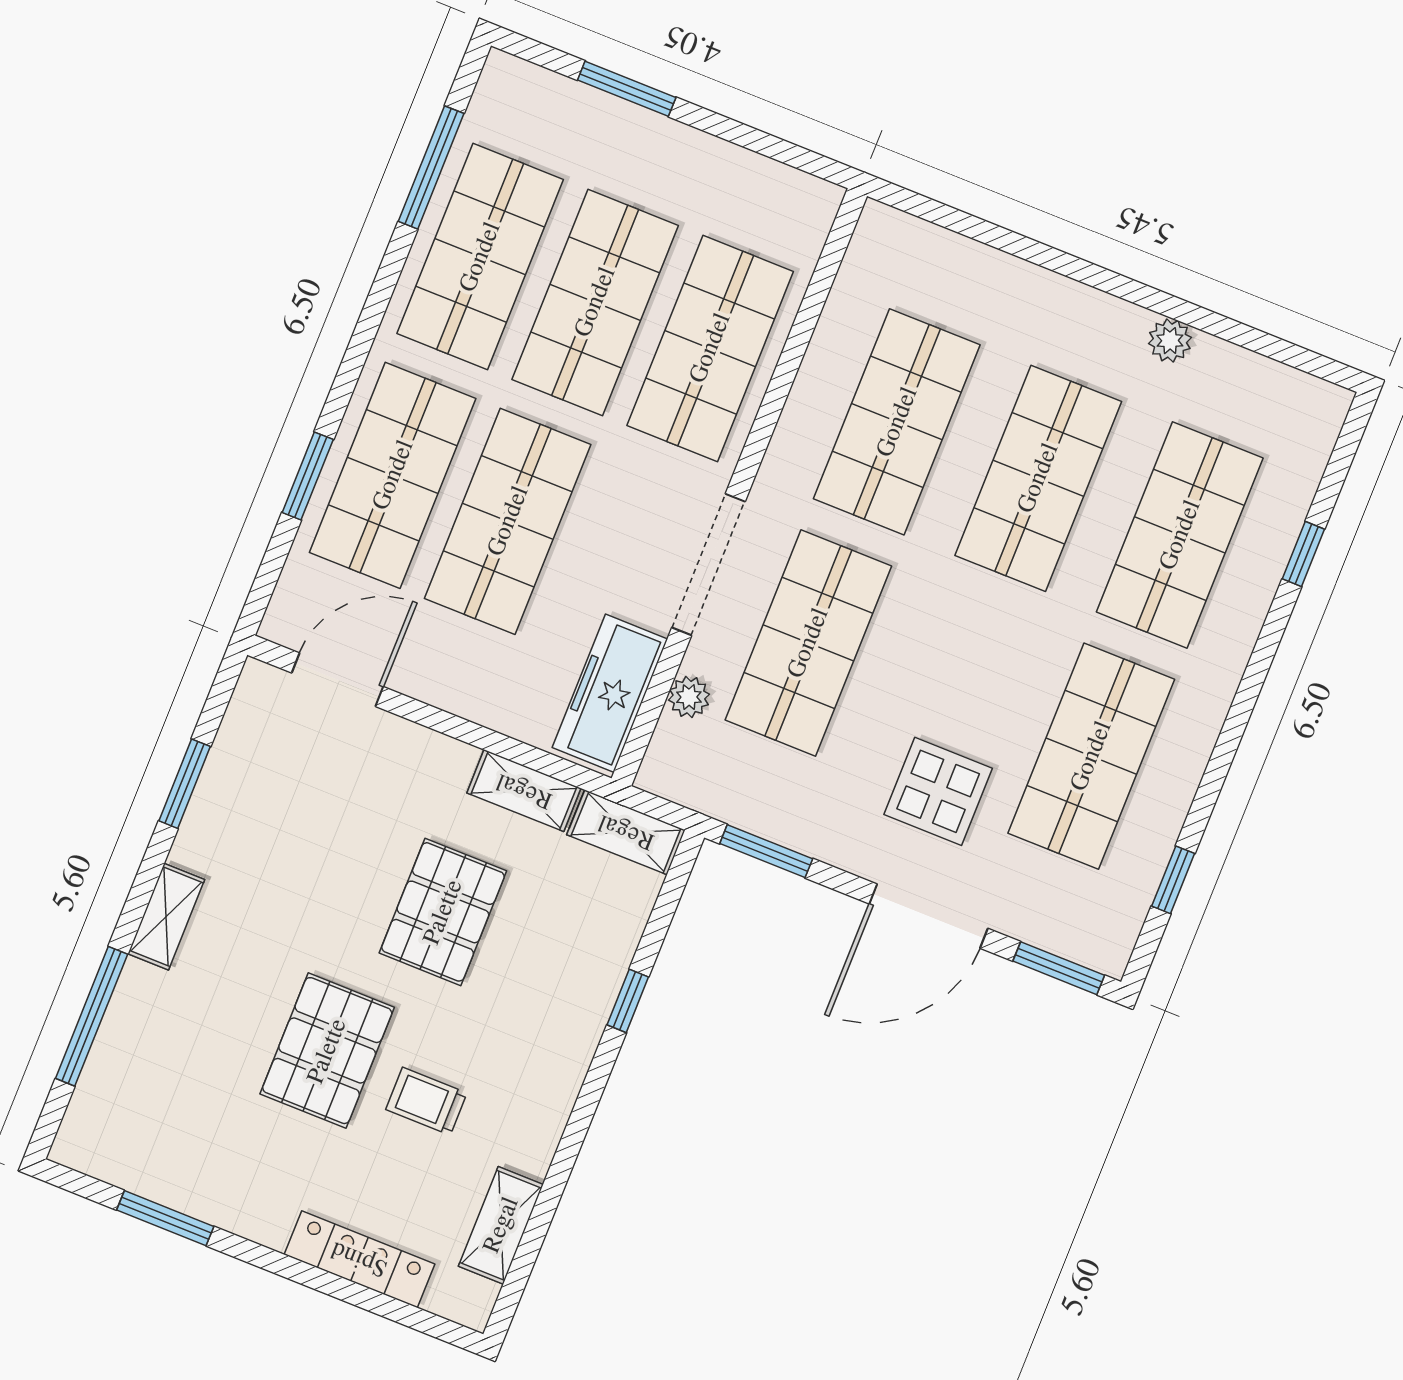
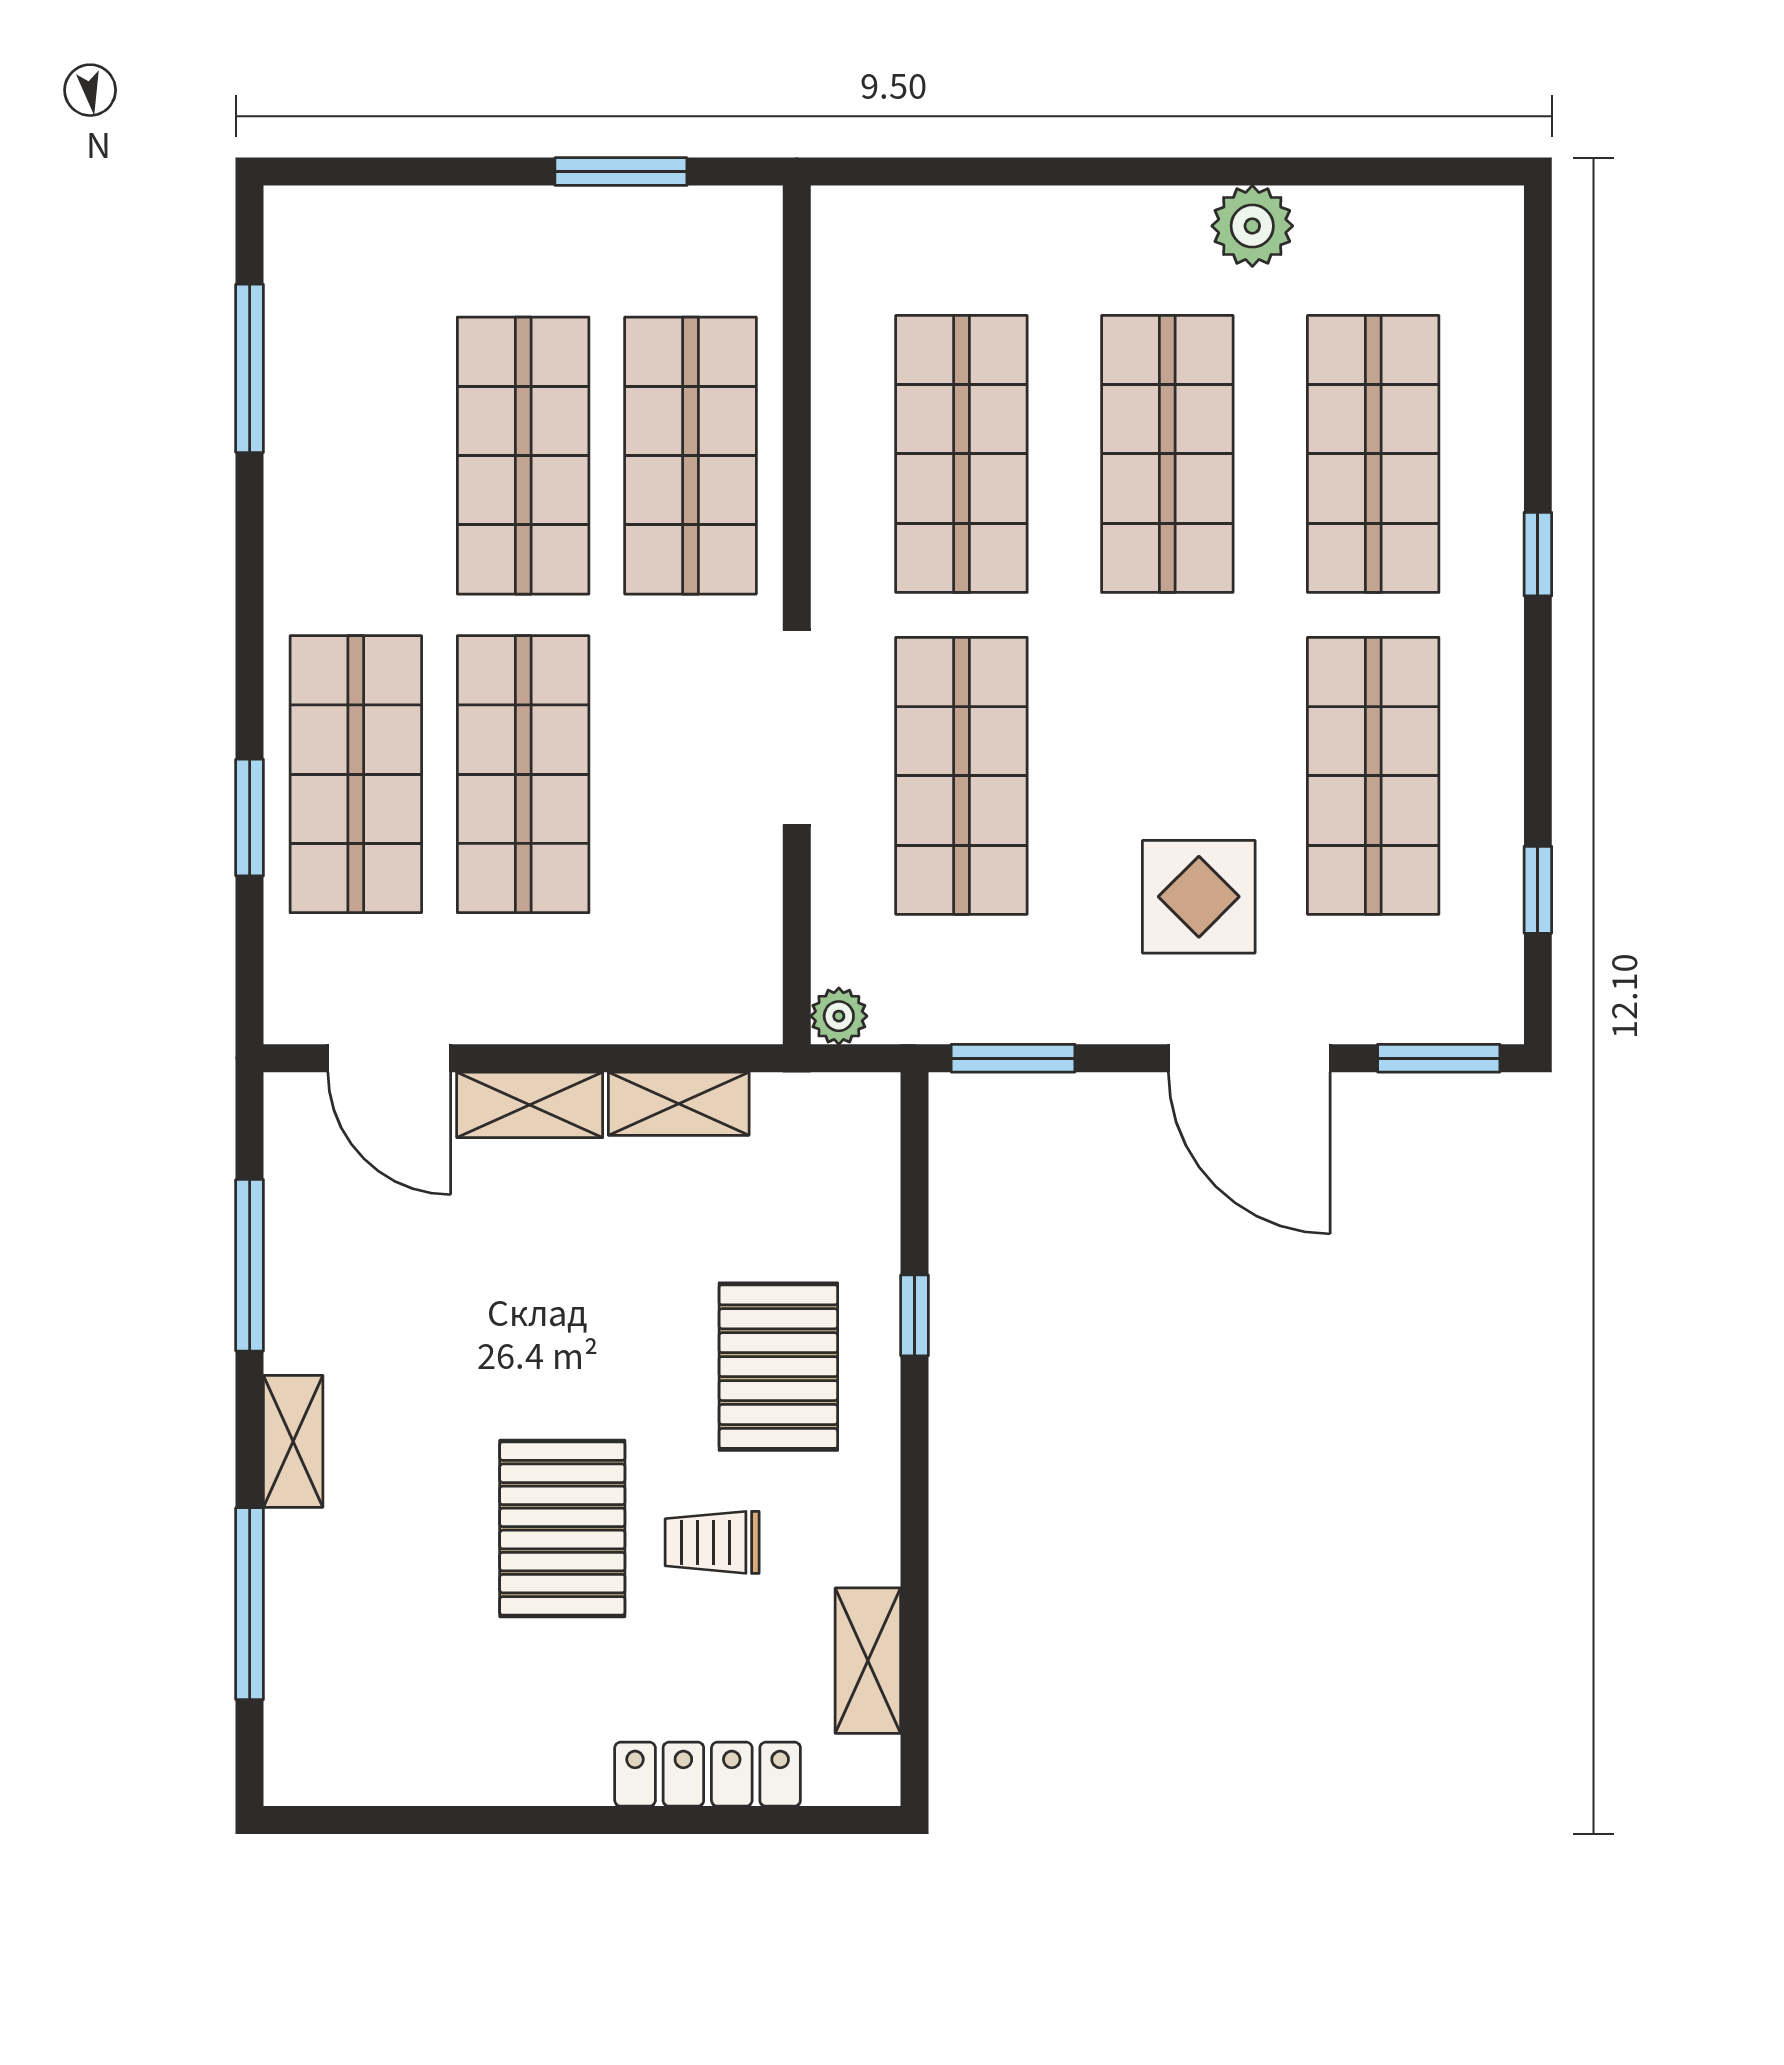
window: (627, 89) -> (621, 172), moved
shop shelf: (480, 257) -> (356, 456), removed
plant: (1170, 341) -> (1252, 226), width x1.38, depth x1.38
window: (1303, 554) -> (1538, 554), moved
door: (337, 680) -> (389, 1058), swing flipped
freezer: (610, 693) -> (738, 938), removed
plant: (689, 697) -> (839, 1016), moved
window: (185, 784) -> (250, 1265), width x1.44
shelving: (626, 832) -> (530, 1105), moved
pallet: (443, 912) -> (778, 1367), moved
door: (928, 916) -> (1249, 1058), hinge flipped
window: (165, 1218) -> (443, 1820), removed

